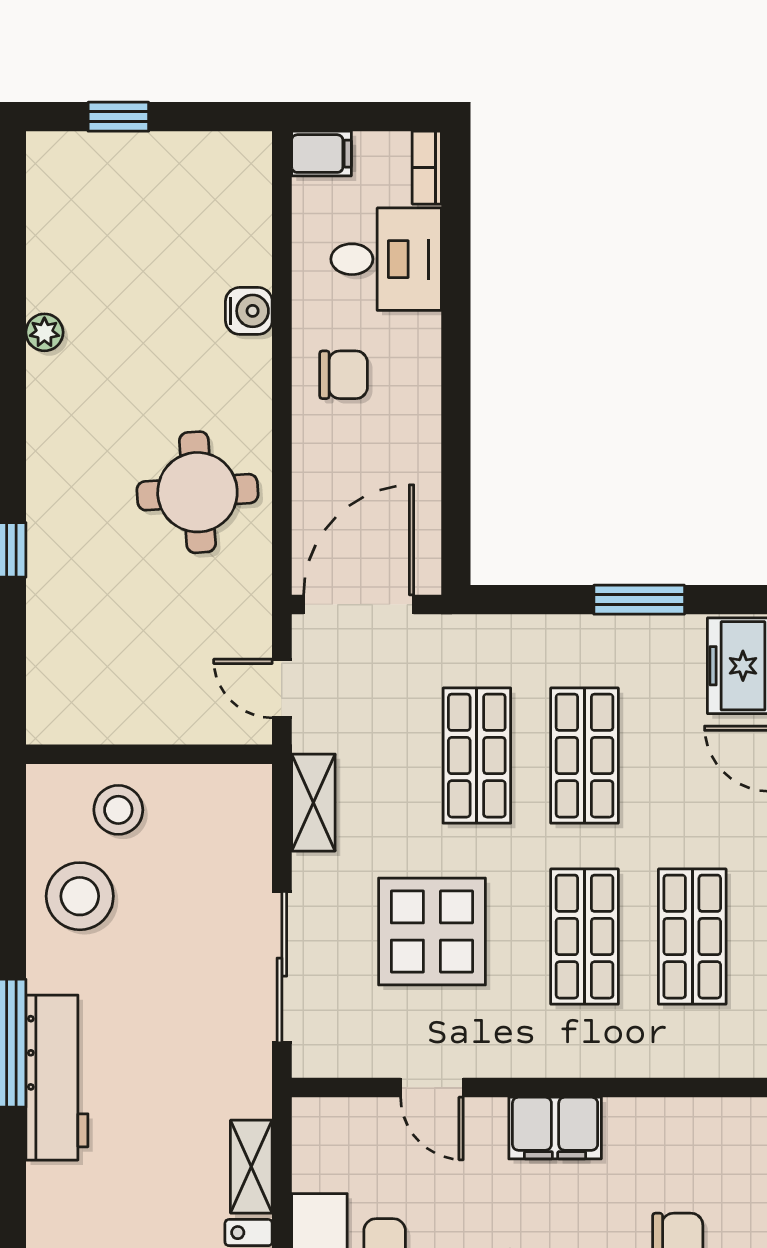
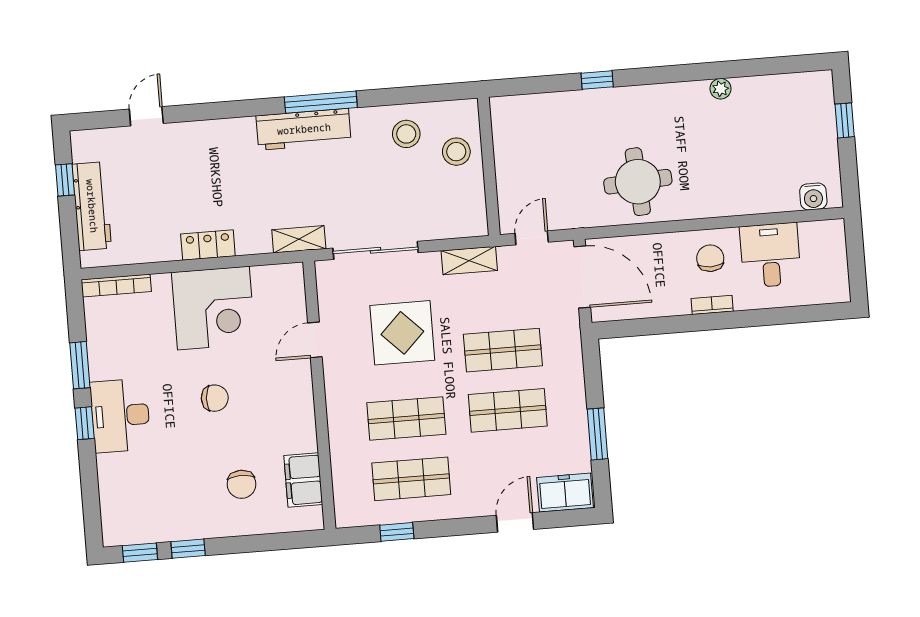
filing cabinet: (321, 154) -> (833, 236), removed
bookcase: (427, 168) -> (712, 305), moved
desk: (386, 259) -> (770, 255), moved, turned 180
water cooler: (249, 311) -> (813, 196), moved
chair: (344, 375) -> (710, 258), turned 180
stool: (80, 896) -> (406, 134), width x0.73, depth x0.73
filing cabinet: (555, 1128) -> (303, 480), moved
shelving: (251, 1167) -> (299, 239), moved

